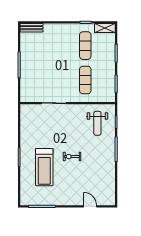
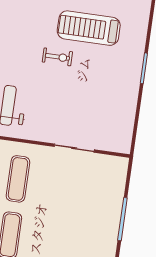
treadmill: (44, 167) -> (89, 28), moved, turned -90

